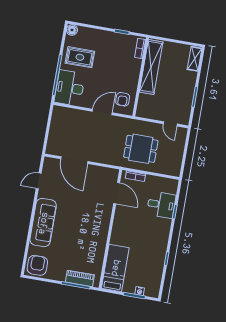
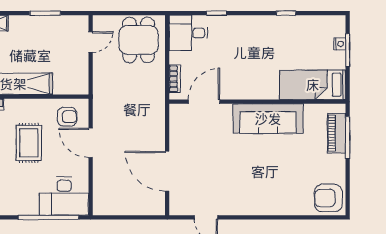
rug: (80, 57) -> (29, 143), moved
dining table: (141, 149) -> (138, 40), moved
door: (74, 160) -> (167, 171), swing flipped
desk: (161, 205) -> (188, 33), moved, turned -90
sofa: (43, 223) -> (268, 119), moved, turned 180

